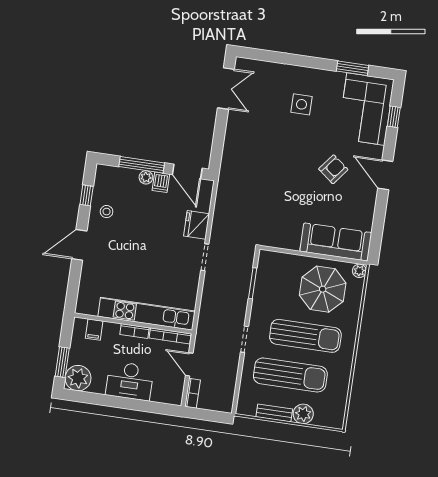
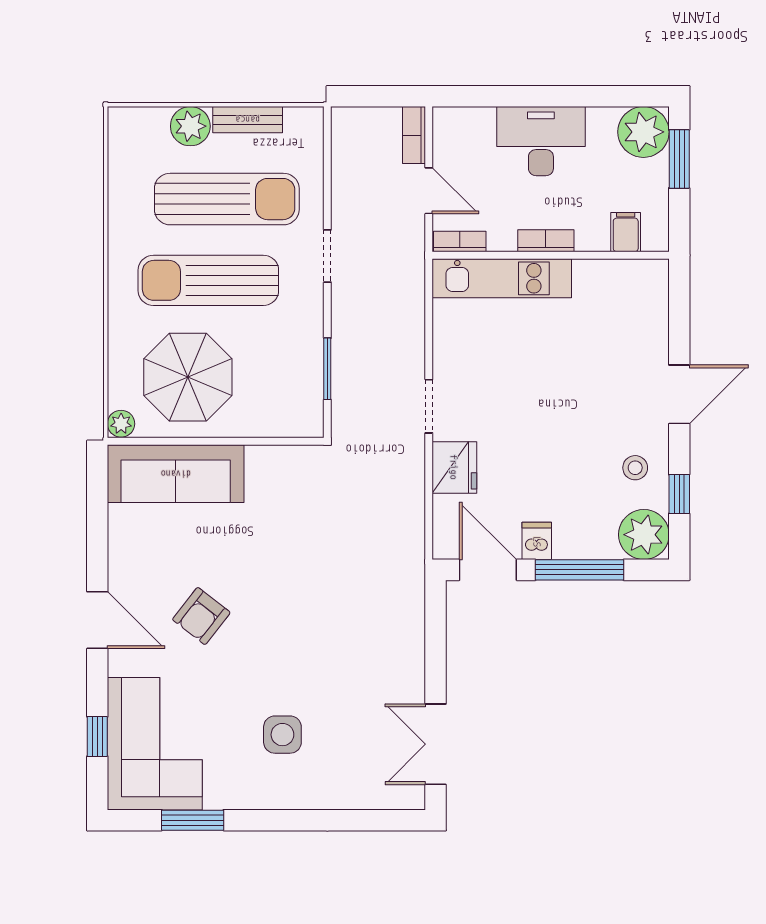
plant: (146, 177) -> (644, 535), moved, width x1.88, depth x1.88
kitchen unit: (147, 314) -> (502, 278), width x0.73
bookcase: (170, 336) -> (460, 241), width x0.64
sun lounger: (290, 375) -> (227, 199), turned 180

